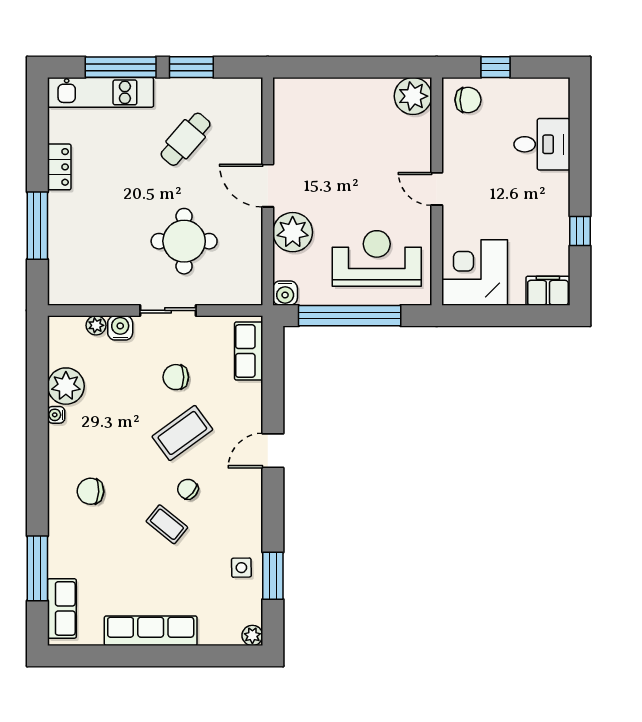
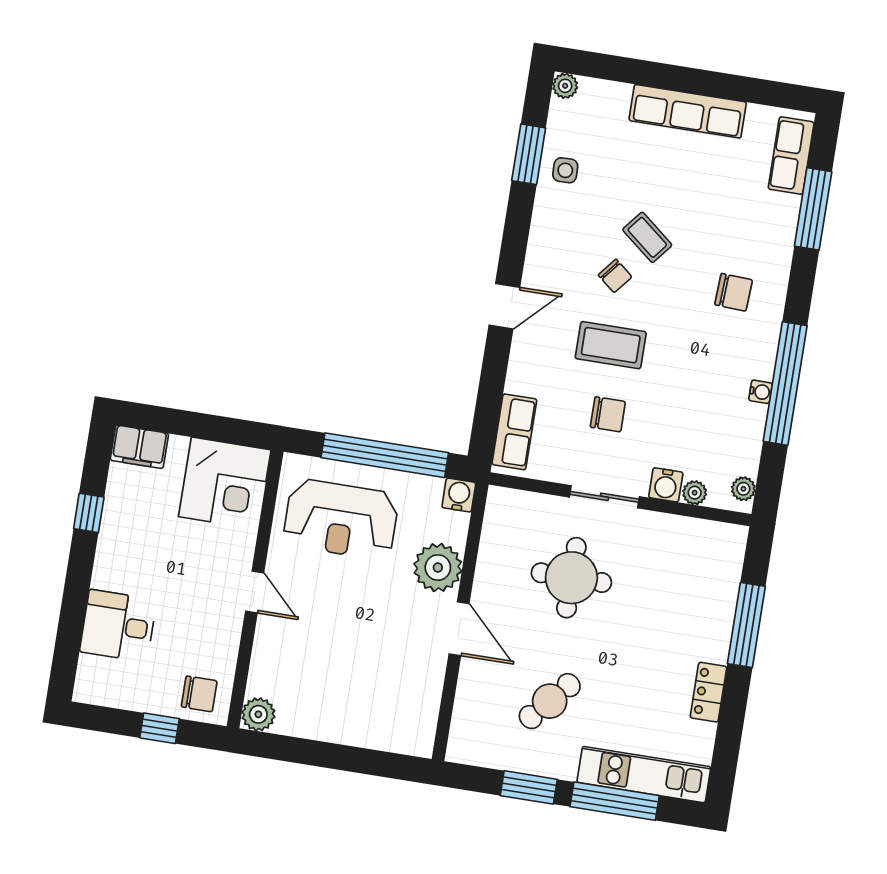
plant: (413, 96) -> (258, 714), width x0.73, depth x0.73
chair: (468, 100) -> (199, 694), turned 180
plant: (66, 386) -> (743, 489), moved, width x0.53, depth x0.53
window: (37, 425) -> (785, 383), added
coffee table: (182, 433) -> (611, 345), turned 36

